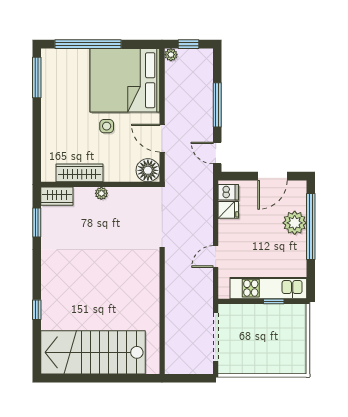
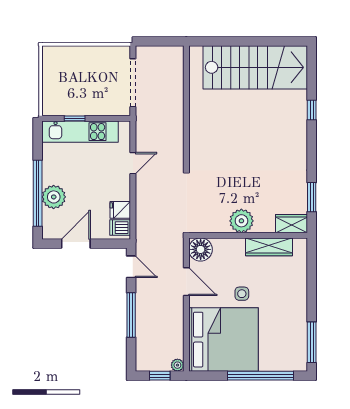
plant: (101, 193) -> (241, 221), width x1.88, depth x1.88

